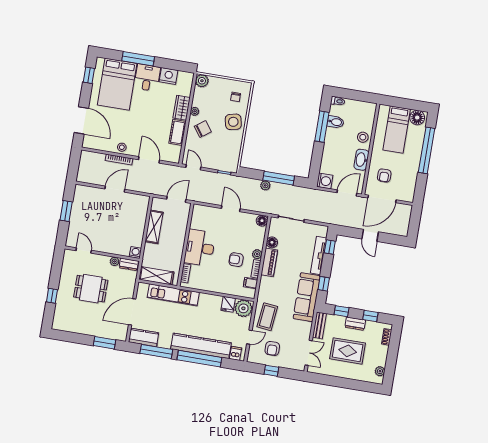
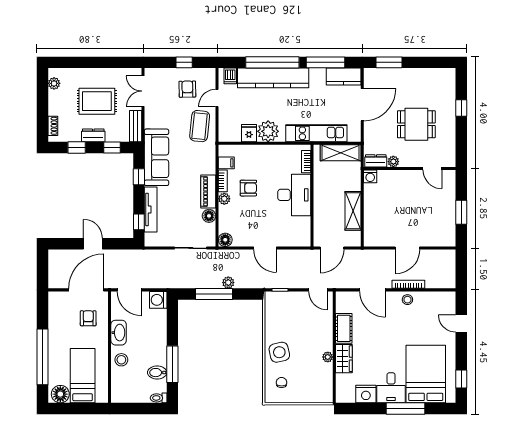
plant: (202, 81) -> (325, 395), removed
door: (81, 120) -> (461, 324), width x0.53
chair: (203, 129) -> (314, 337), removed
door: (347, 193) -> (129, 290), hinge flipped
plant: (243, 308) -> (268, 131), moved

